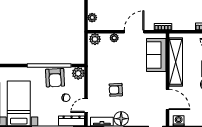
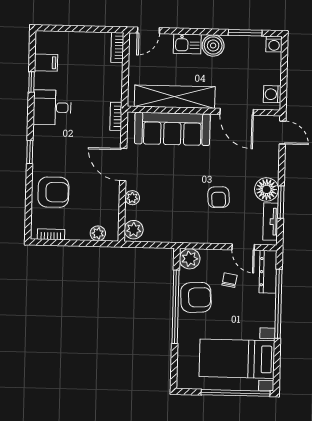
sofa: (156, 55) -> (172, 129), width x1.36
door: (168, 99) -> (237, 112), swing flipped

